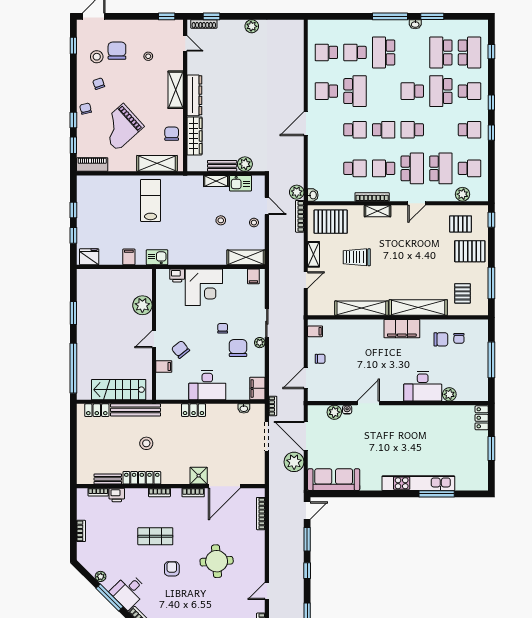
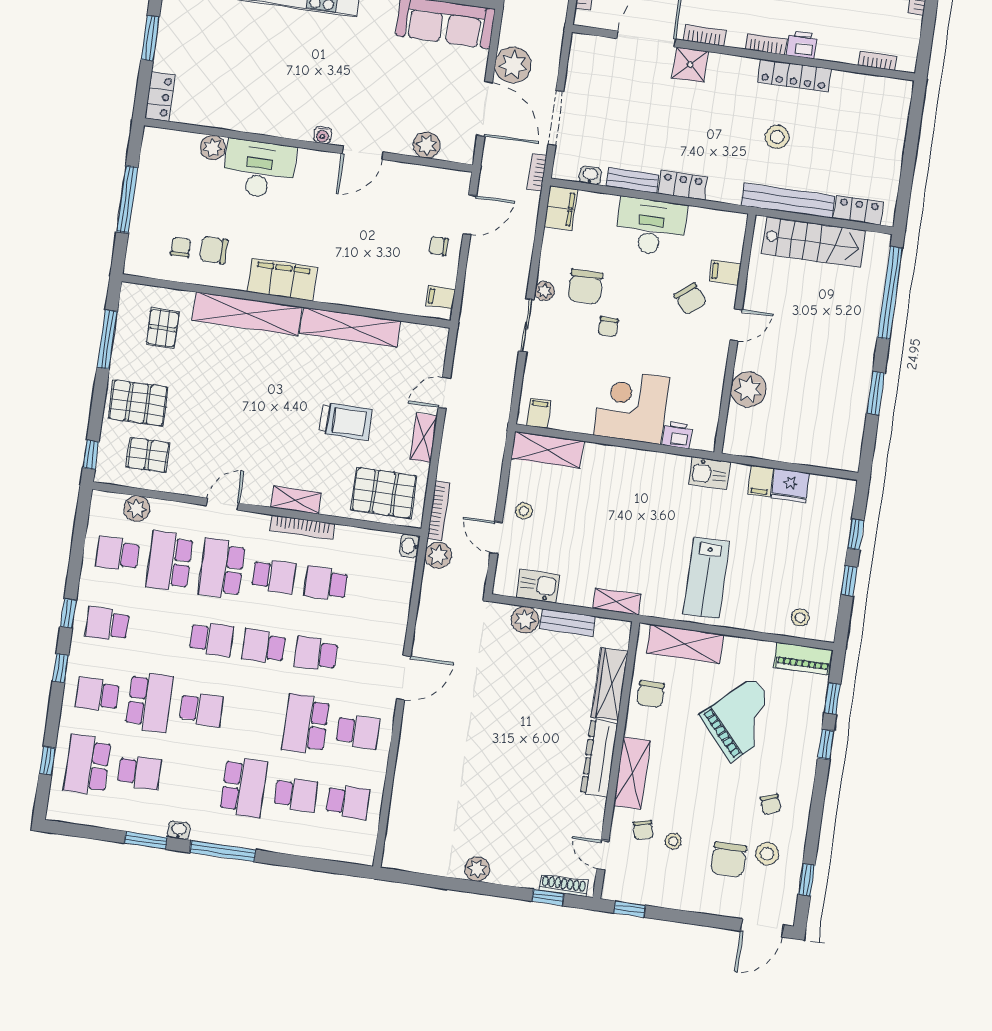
school desk: (441, 52) -> (139, 772), width x0.54
chair: (86, 109) -> (643, 830), moved
shelving: (216, 181) -> (617, 602), moved
stool: (221, 220) -> (800, 617), moved
fridge: (89, 257) -> (790, 485), moved
water cooler: (347, 410) -> (323, 135), moved
bench: (108, 479) -> (632, 180), moved
printer: (117, 495) -> (802, 45), moved

